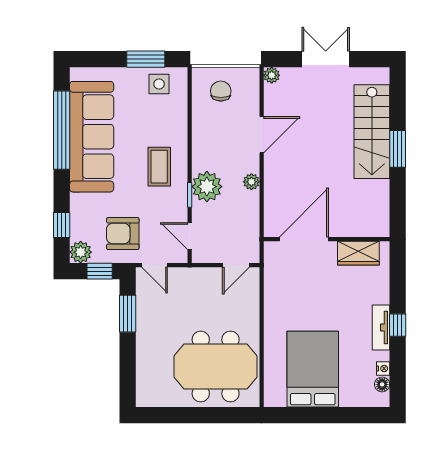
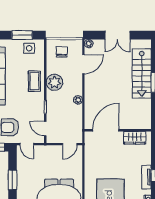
double door: (326, 59) -> (117, 35), swing flipped
door: (262, 135) -> (83, 64), moved
coffee table: (159, 167) -> (34, 81), moved
plant: (207, 187) -> (54, 82), moved
window: (128, 314) -> (12, 180), moved

